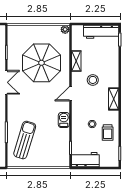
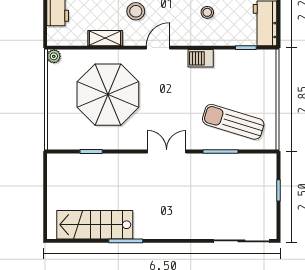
double door: (6, 82) -> (167, 152), moved
door: (70, 94) -> (158, 48), swing flipped

